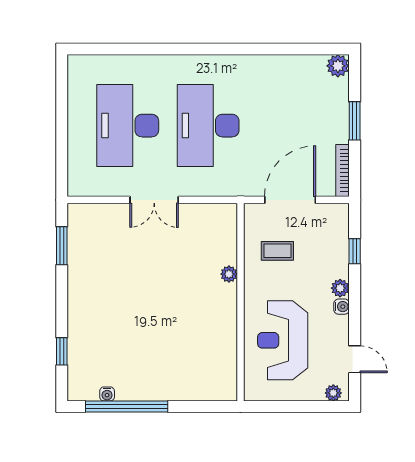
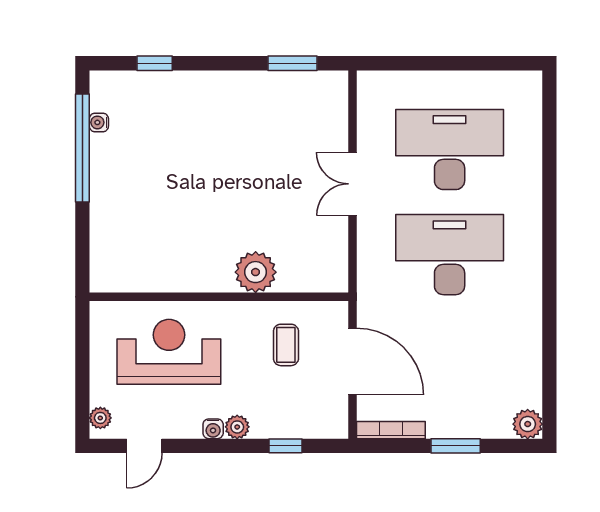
plant: (229, 274) -> (256, 272), width x1.88, depth x1.88

